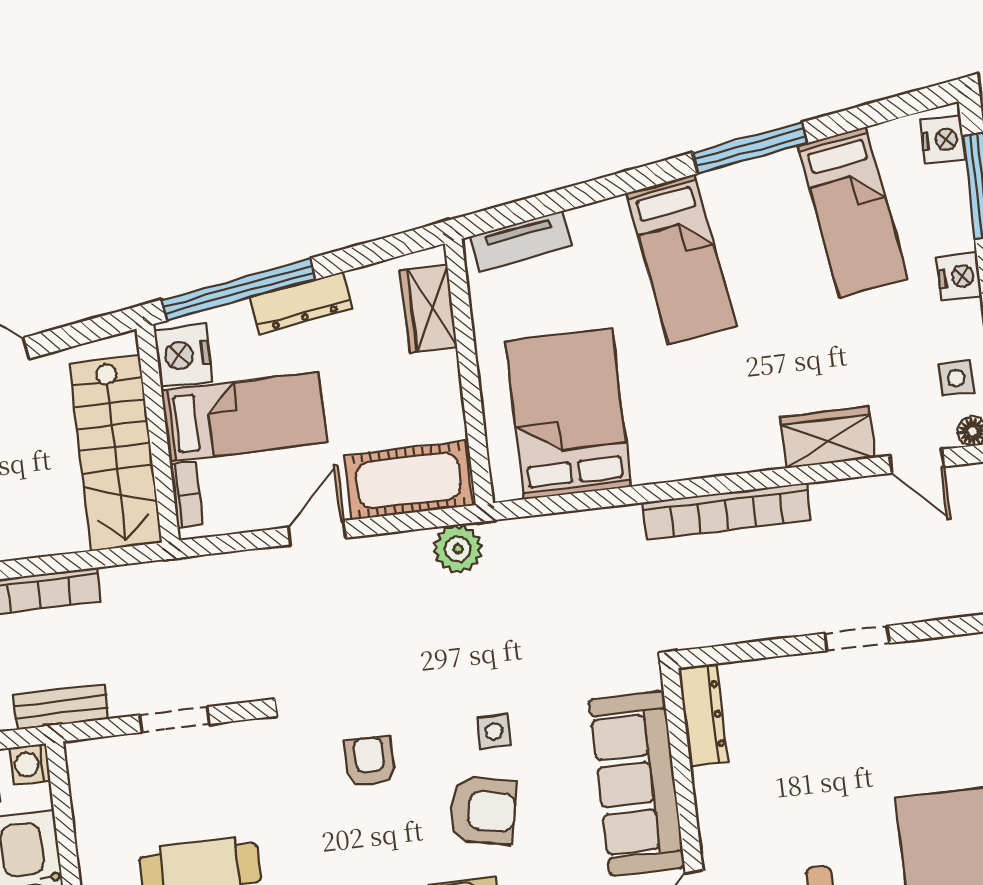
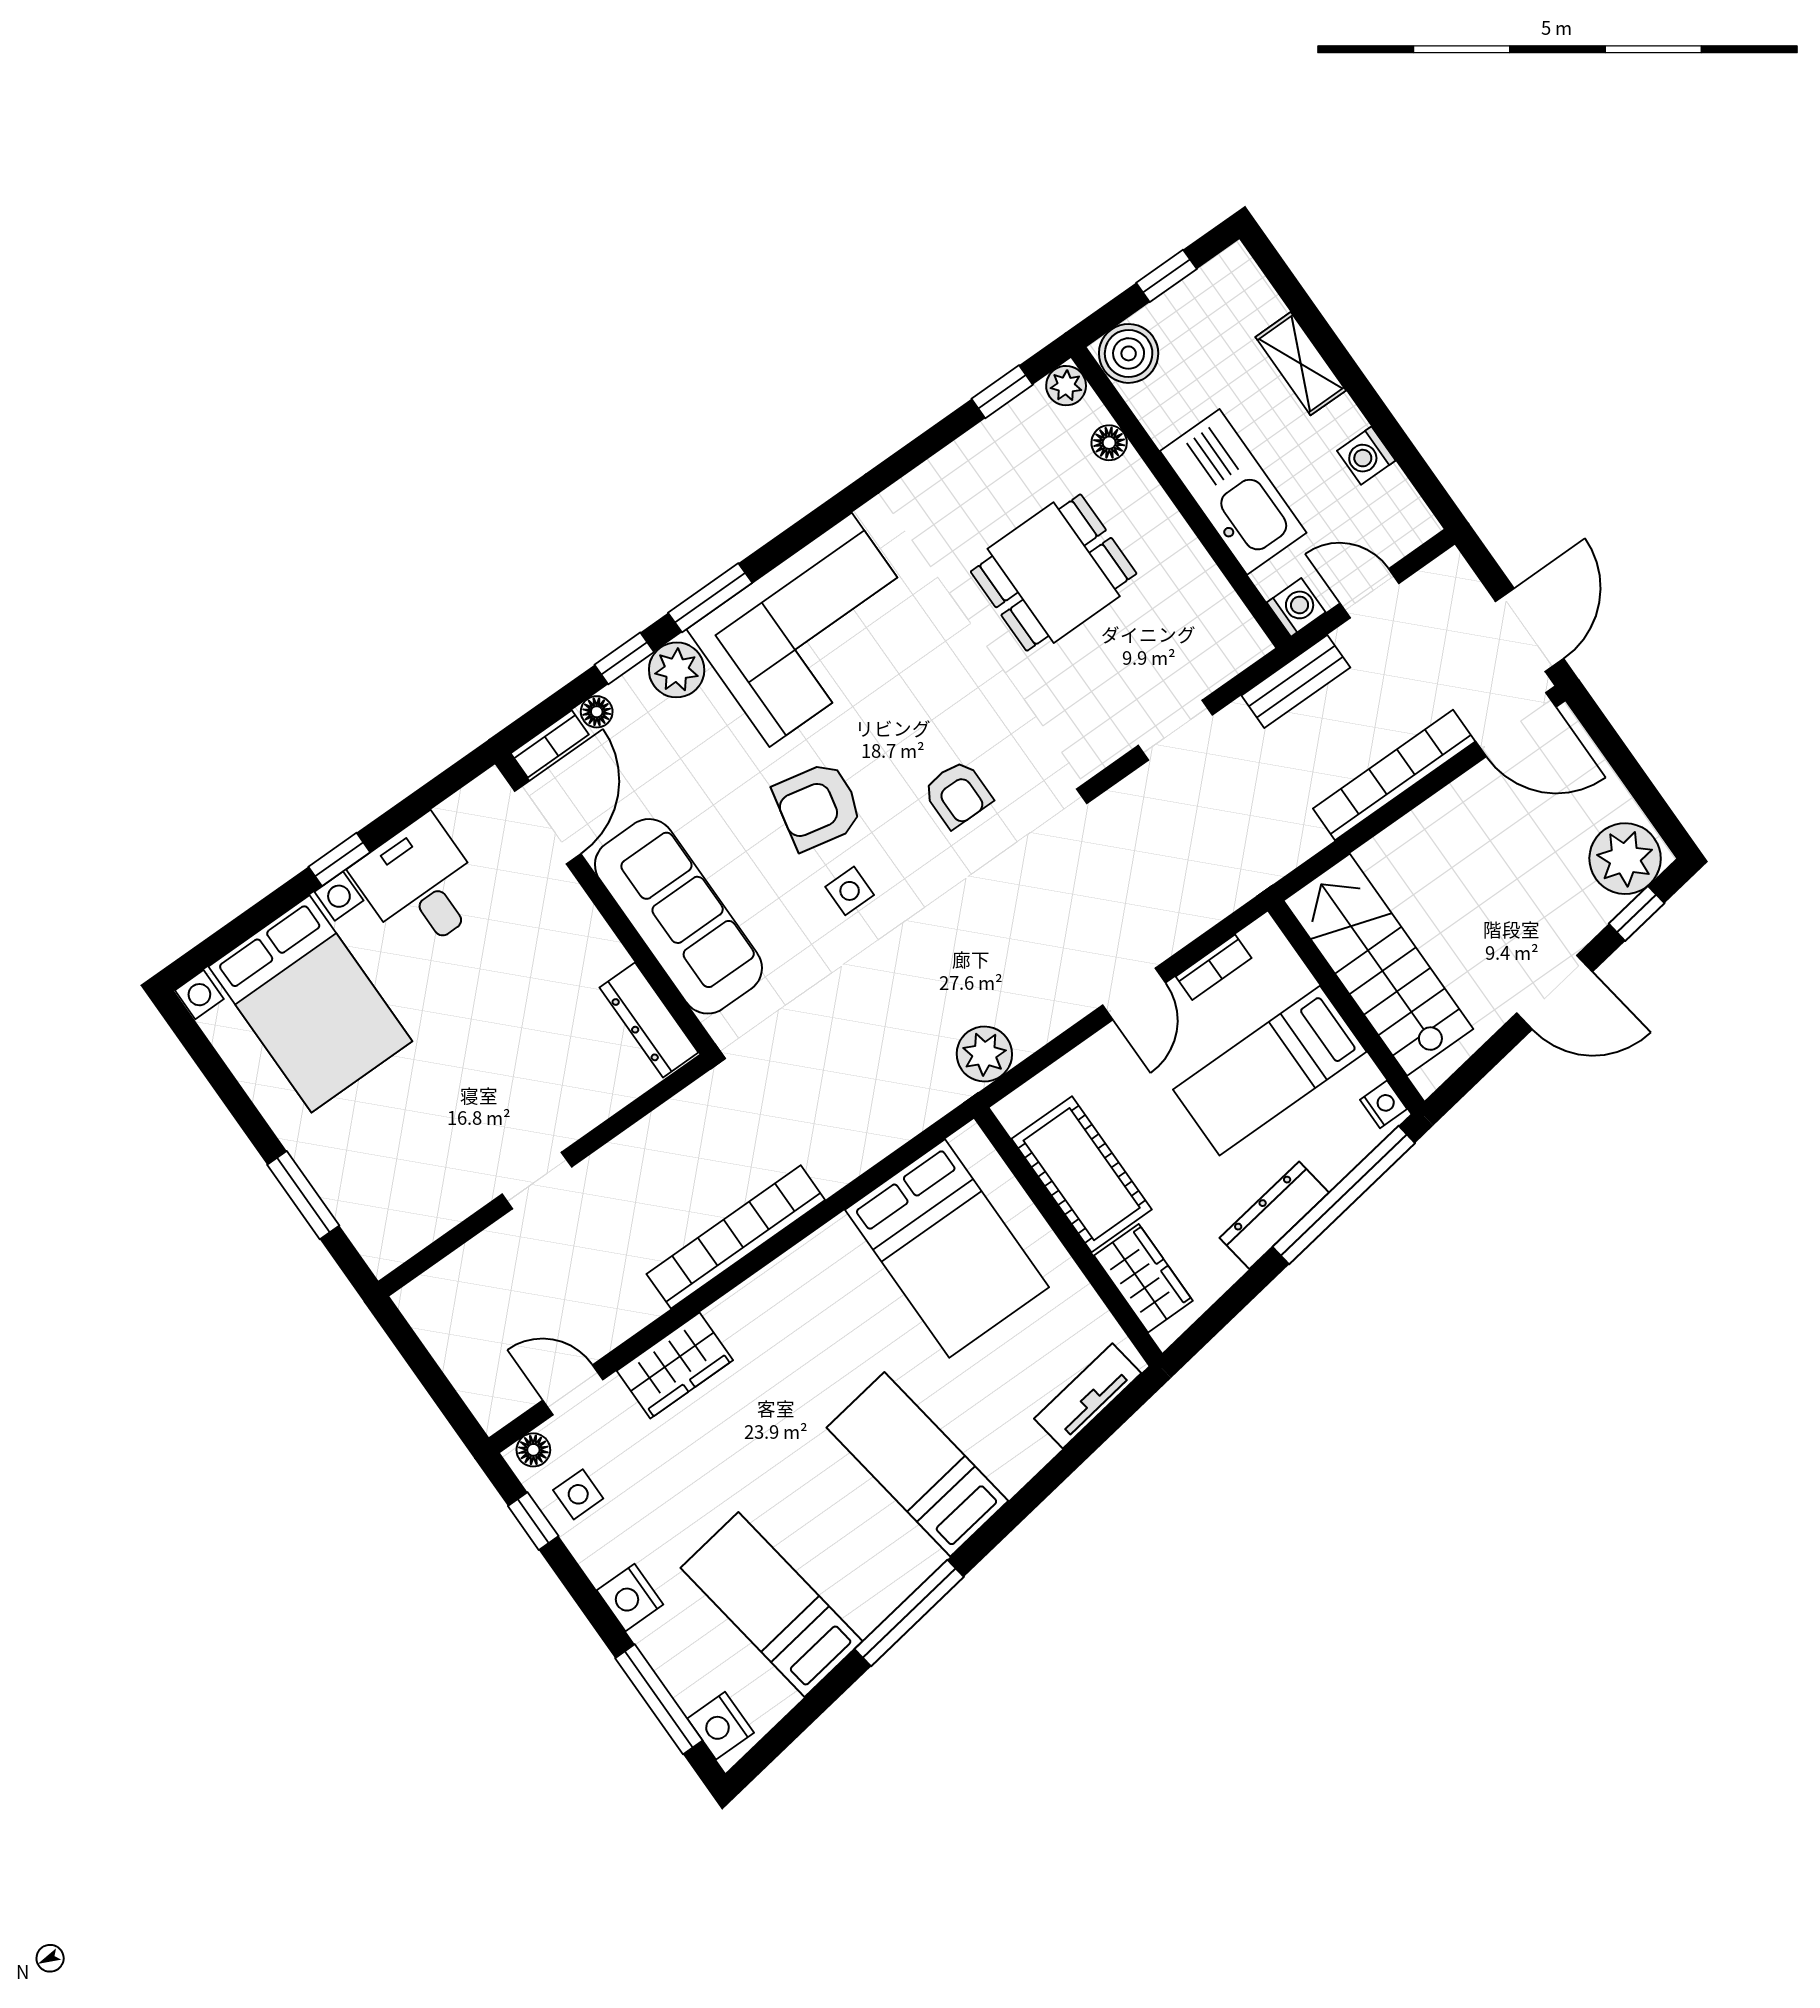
nightstand: (183, 355) -> (1383, 1104), width x0.53, depth x0.56
cot: (409, 481) -> (1082, 1174), moved, turned 90
bookcase: (186, 495) -> (1214, 967), moved, turned -90

